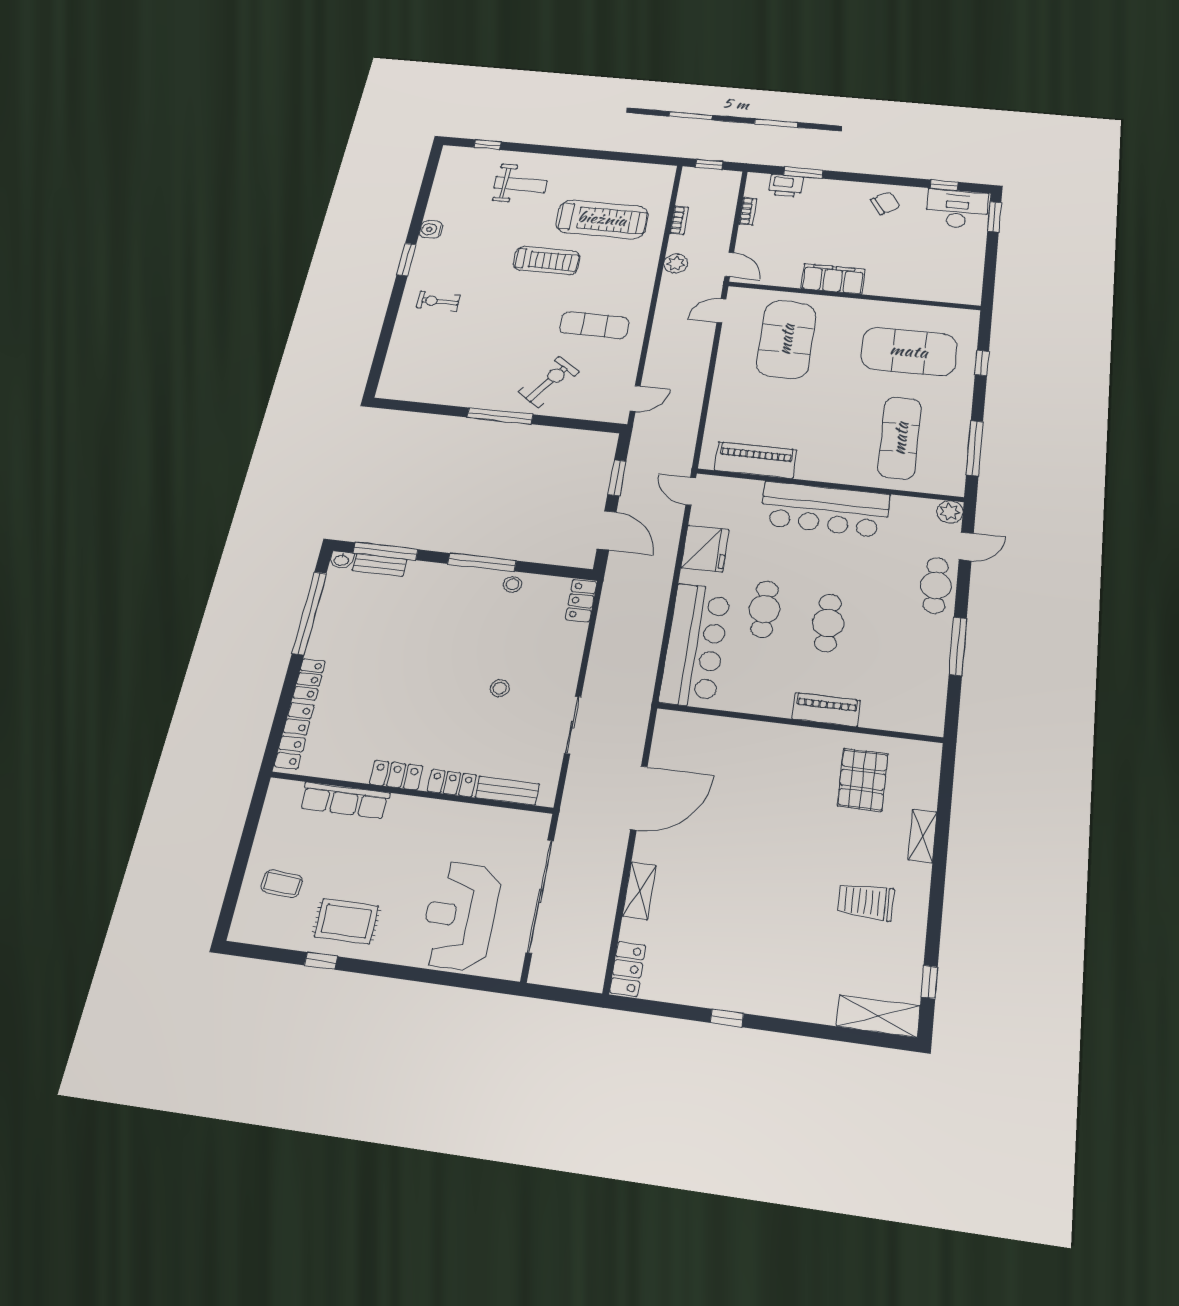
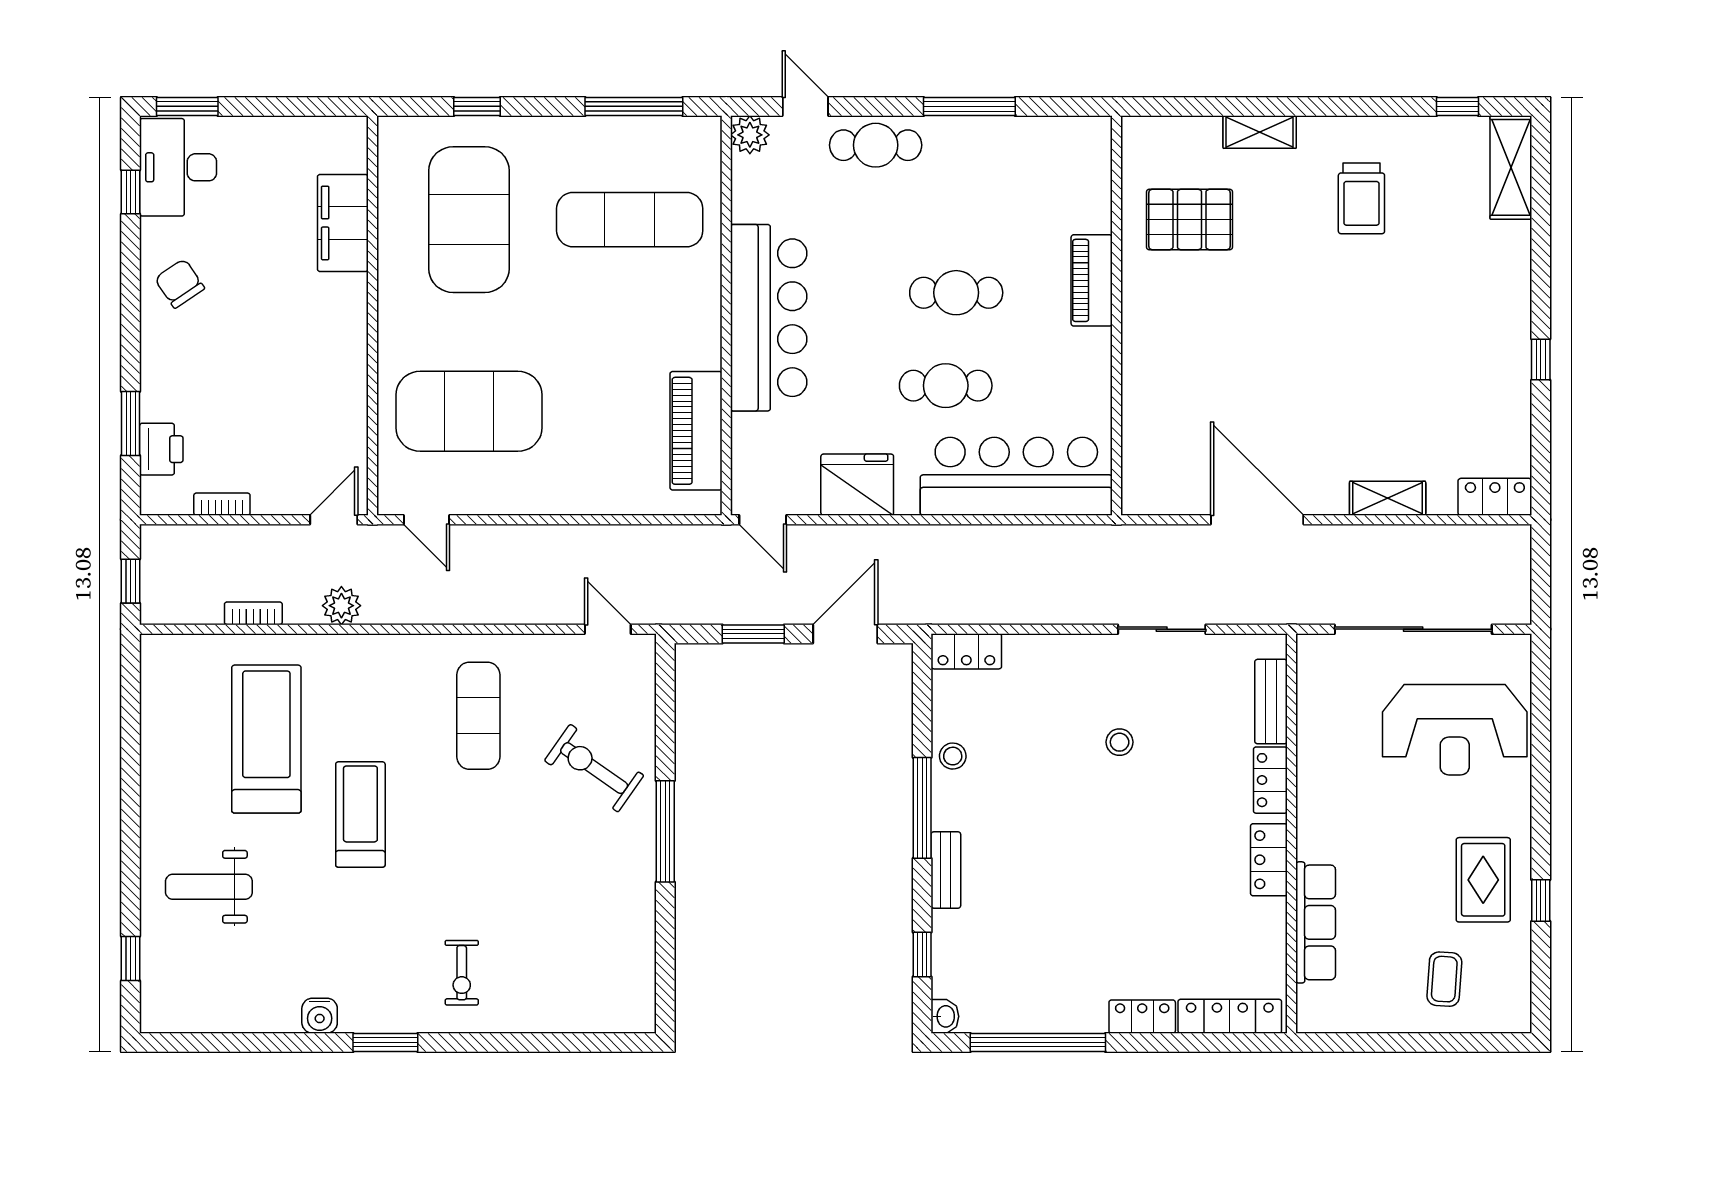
weight bench: (520, 184) -> (209, 887), turned -90
filing cabinet: (833, 279) -> (343, 223), moved
door: (691, 491) -> (763, 520), hinge flipped
window: (385, 551) -> (922, 954), width x0.46
bench: (379, 565) -> (946, 870), moved

